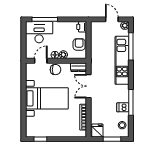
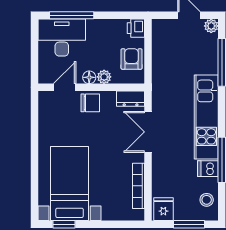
kitchen unit: (122, 60) -> (206, 117), moved
bed with nightstands: (47, 98) -> (70, 183), moved, turned -90

